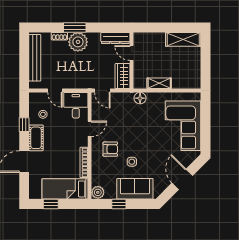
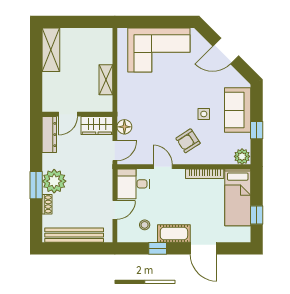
floor lamp: (140, 98) -> (124, 127), moved
armchair: (110, 149) -> (188, 141), turned -123

